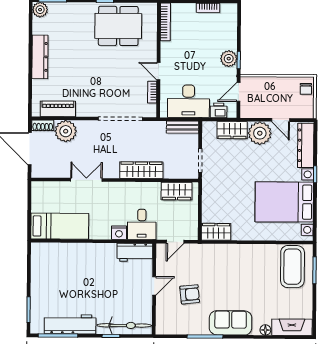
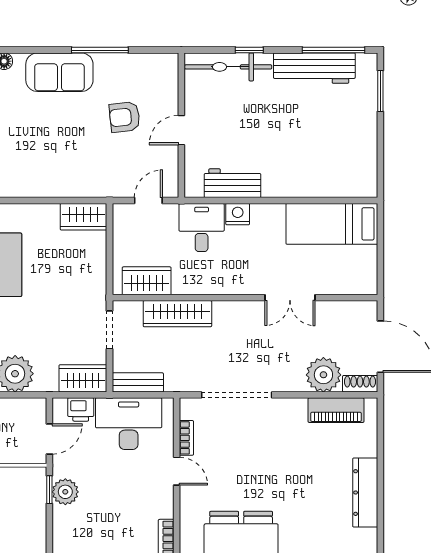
wardrobe: (232, 130) -> (83, 378), moved
wardrobe: (141, 170) -> (177, 314), moved
workbench: (135, 252) -> (233, 183), moved

